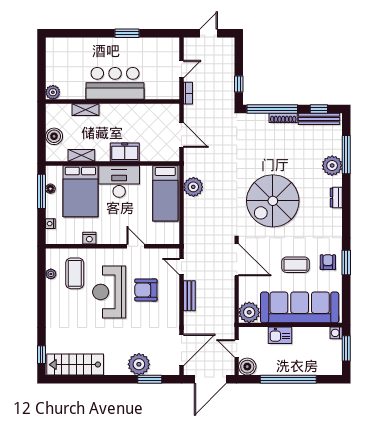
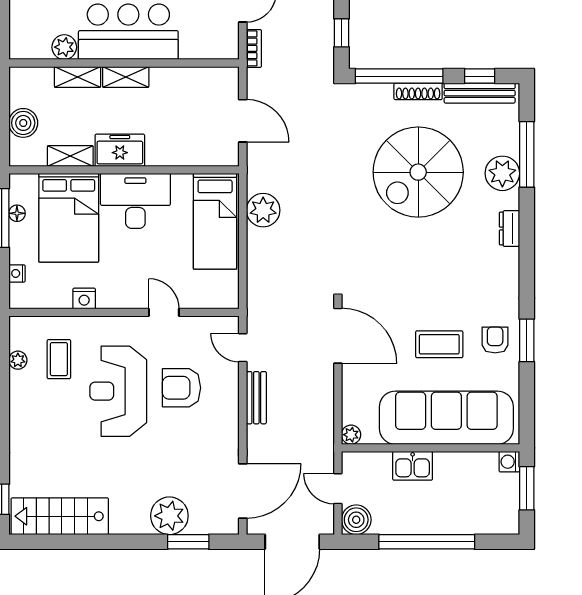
plant: (53, 92) -> (64, 47), moved
shelving: (113, 110) -> (126, 77), added
freezer: (125, 152) -> (120, 150), moved
spiral stairs: (273, 201) -> (418, 172), moved
coffee table: (75, 273) -> (59, 359), width x0.73, depth x0.77
plant: (249, 312) -> (351, 435), width x0.53, depth x0.53

